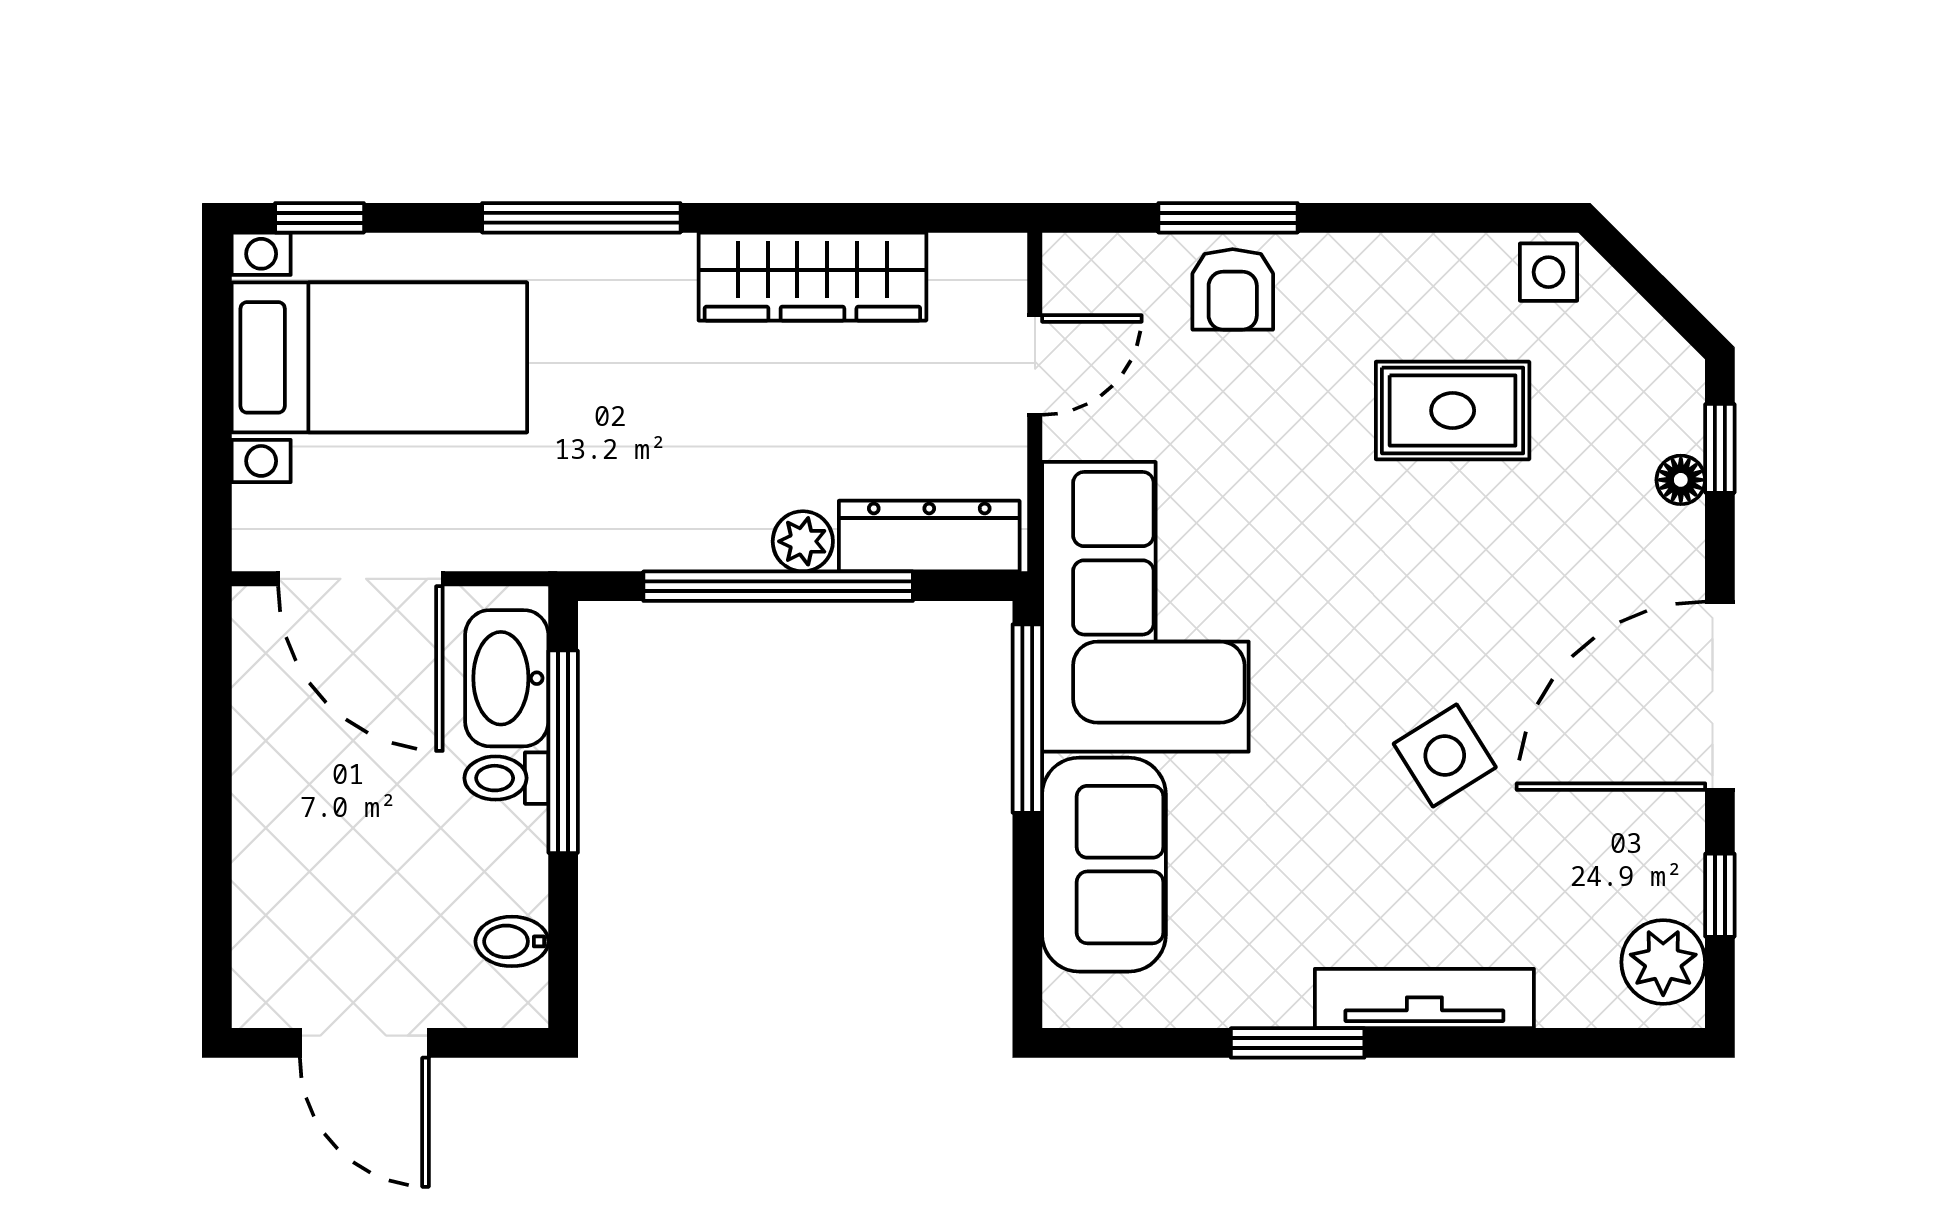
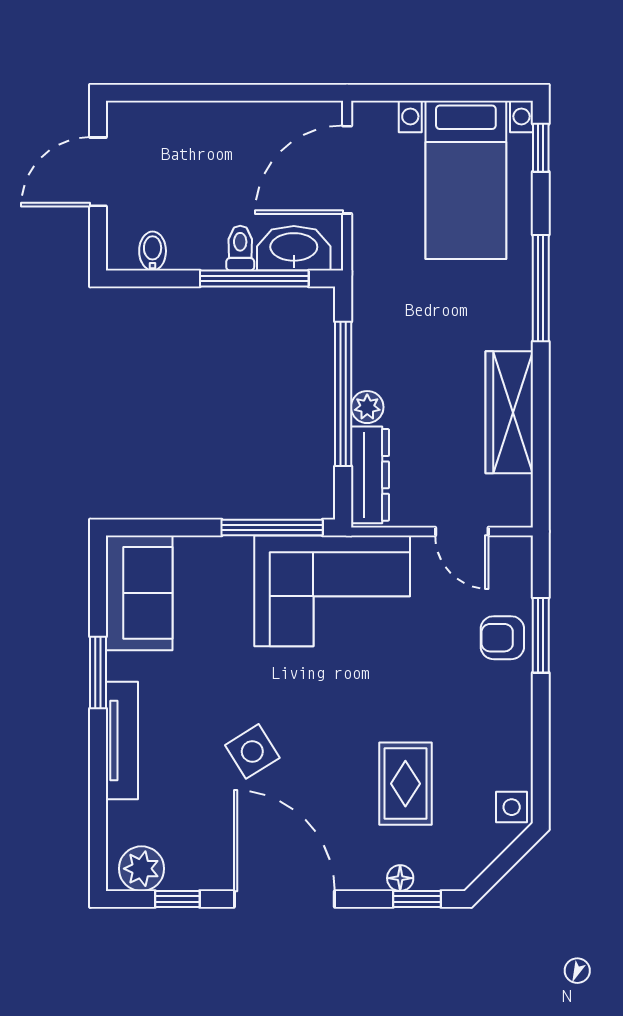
rug: (1453, 411) -> (405, 784), moved
sofa: (1104, 865) -> (139, 593), moved, turned -90

